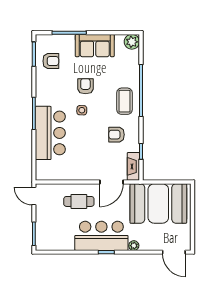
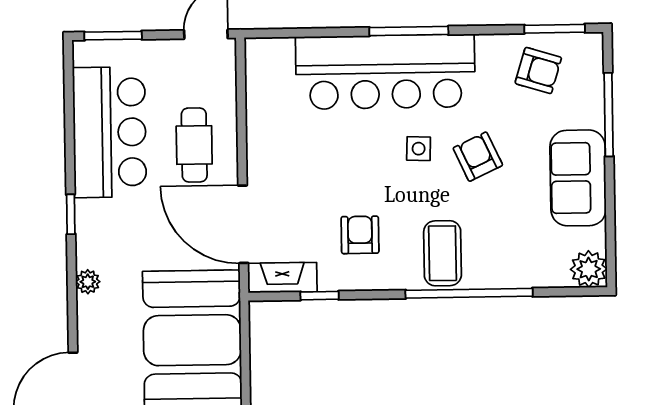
armchair: (51, 61) -> (538, 70), turned -73
armchair: (85, 86) -> (478, 157), turned -115
coffee table: (125, 101) -> (443, 253), turned 90
bar counter: (50, 133) -> (385, 72), width x1.36
door: (111, 182) -> (243, 224), width x1.36
bar counter: (101, 236) -> (109, 132), moved

